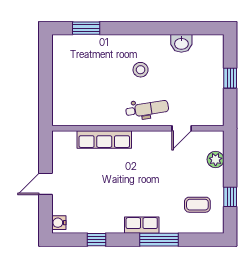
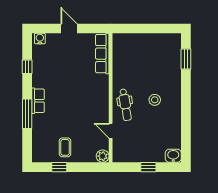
washbasin: (181, 43) -> (173, 156), moved, turned 90
row of seats: (104, 139) -> (102, 54), moved
plant: (216, 159) -> (103, 156), moved
coffee table: (197, 205) -> (65, 147), moved

